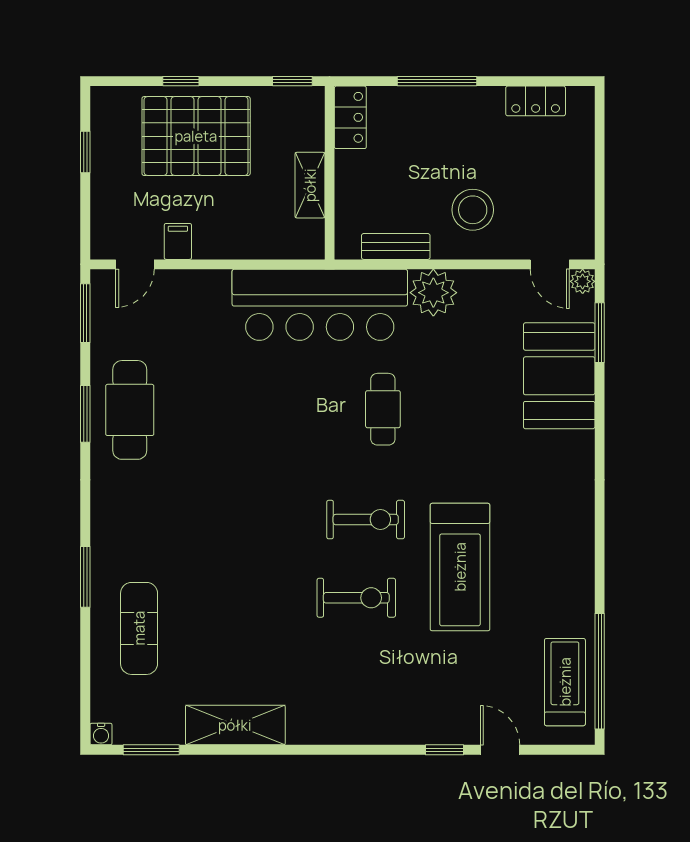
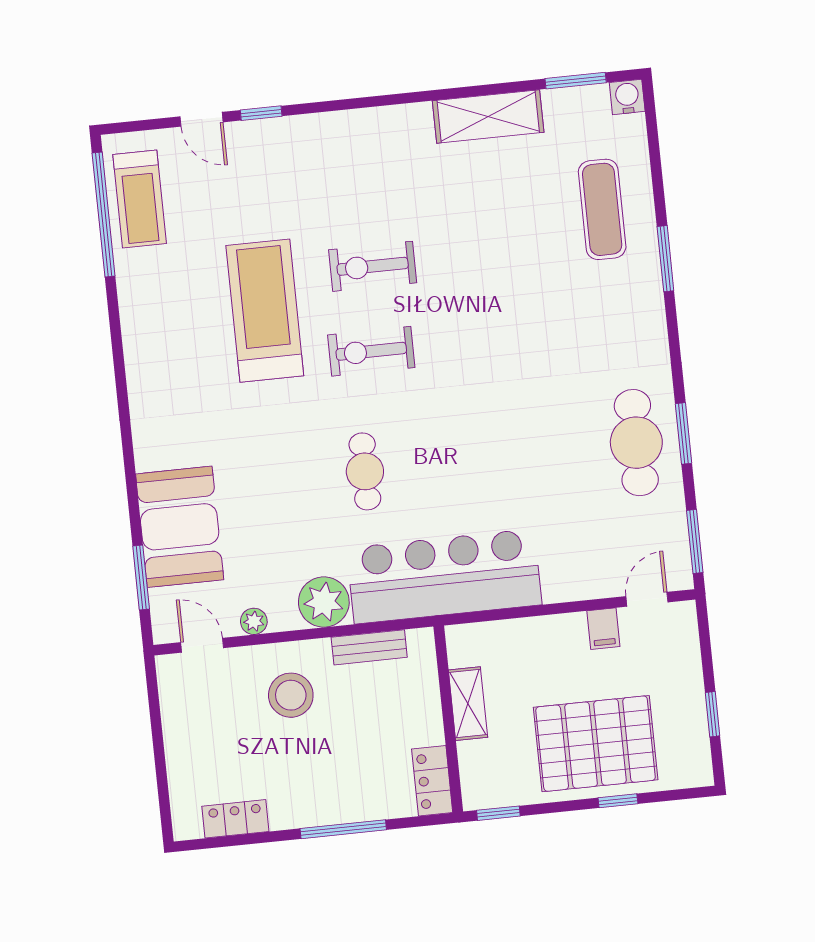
plant: (583, 281) -> (254, 621), moved
water cooler: (101, 734) -> (627, 97), width x1.38, depth x1.38

